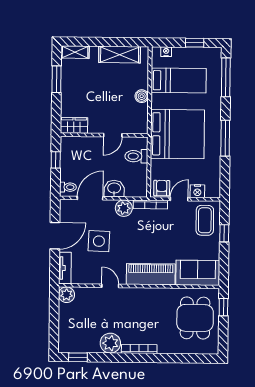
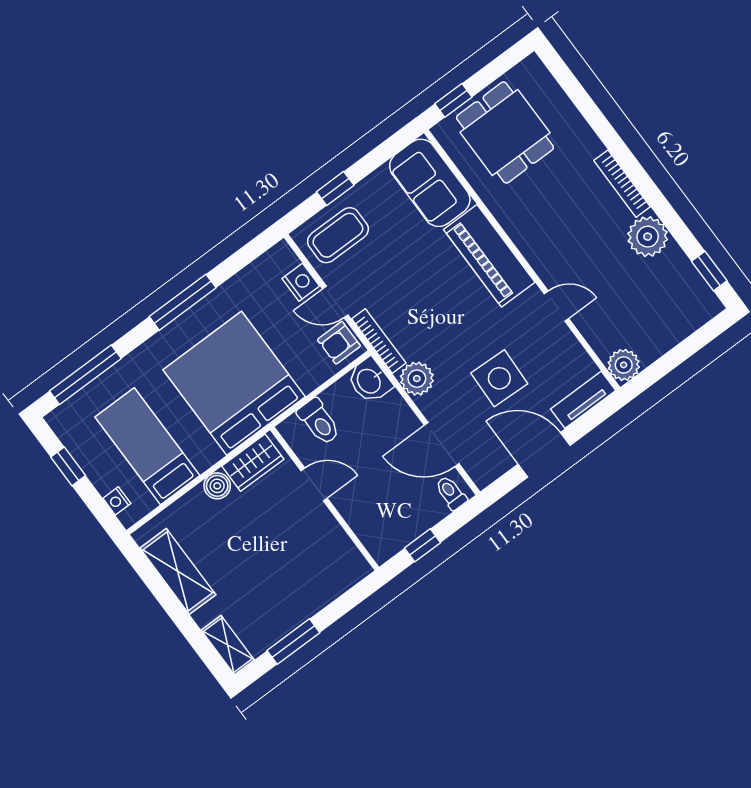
wardrobe: (74, 125) -> (253, 463), moved, turned -90
washbasin: (114, 189) -> (370, 381), moved
door: (110, 286) -> (557, 306), swing flipped
dining table: (195, 318) -> (505, 133), turned 90

